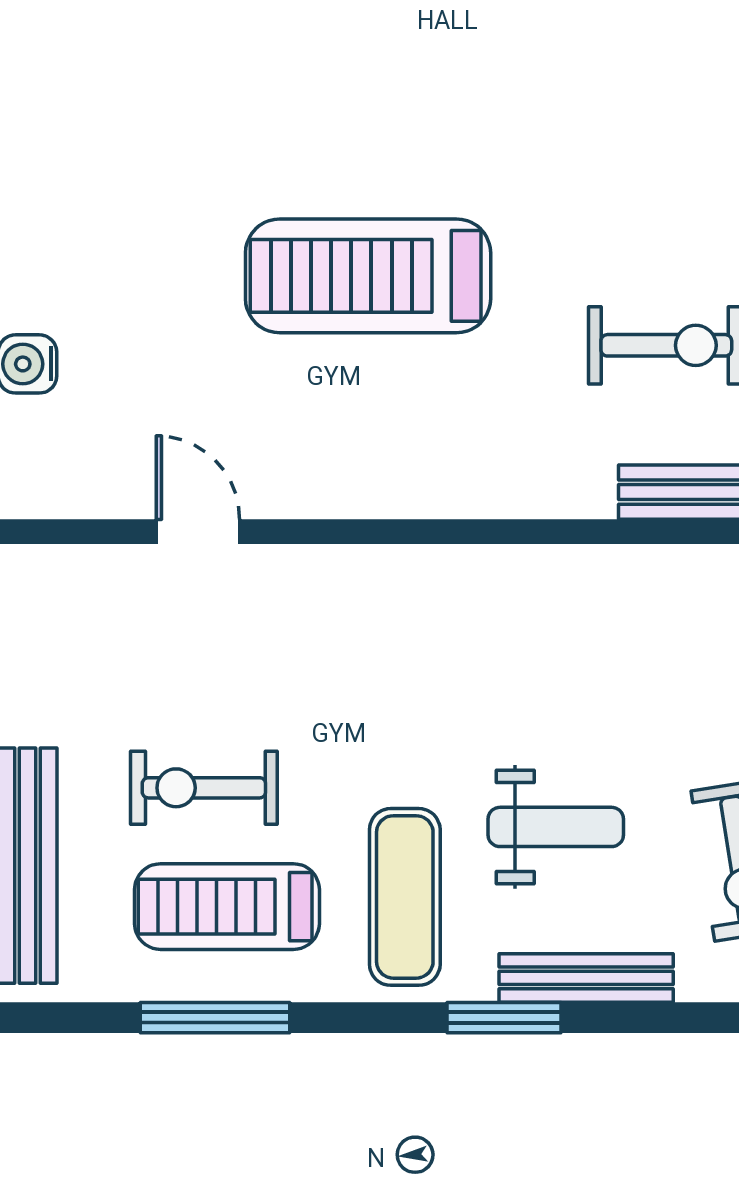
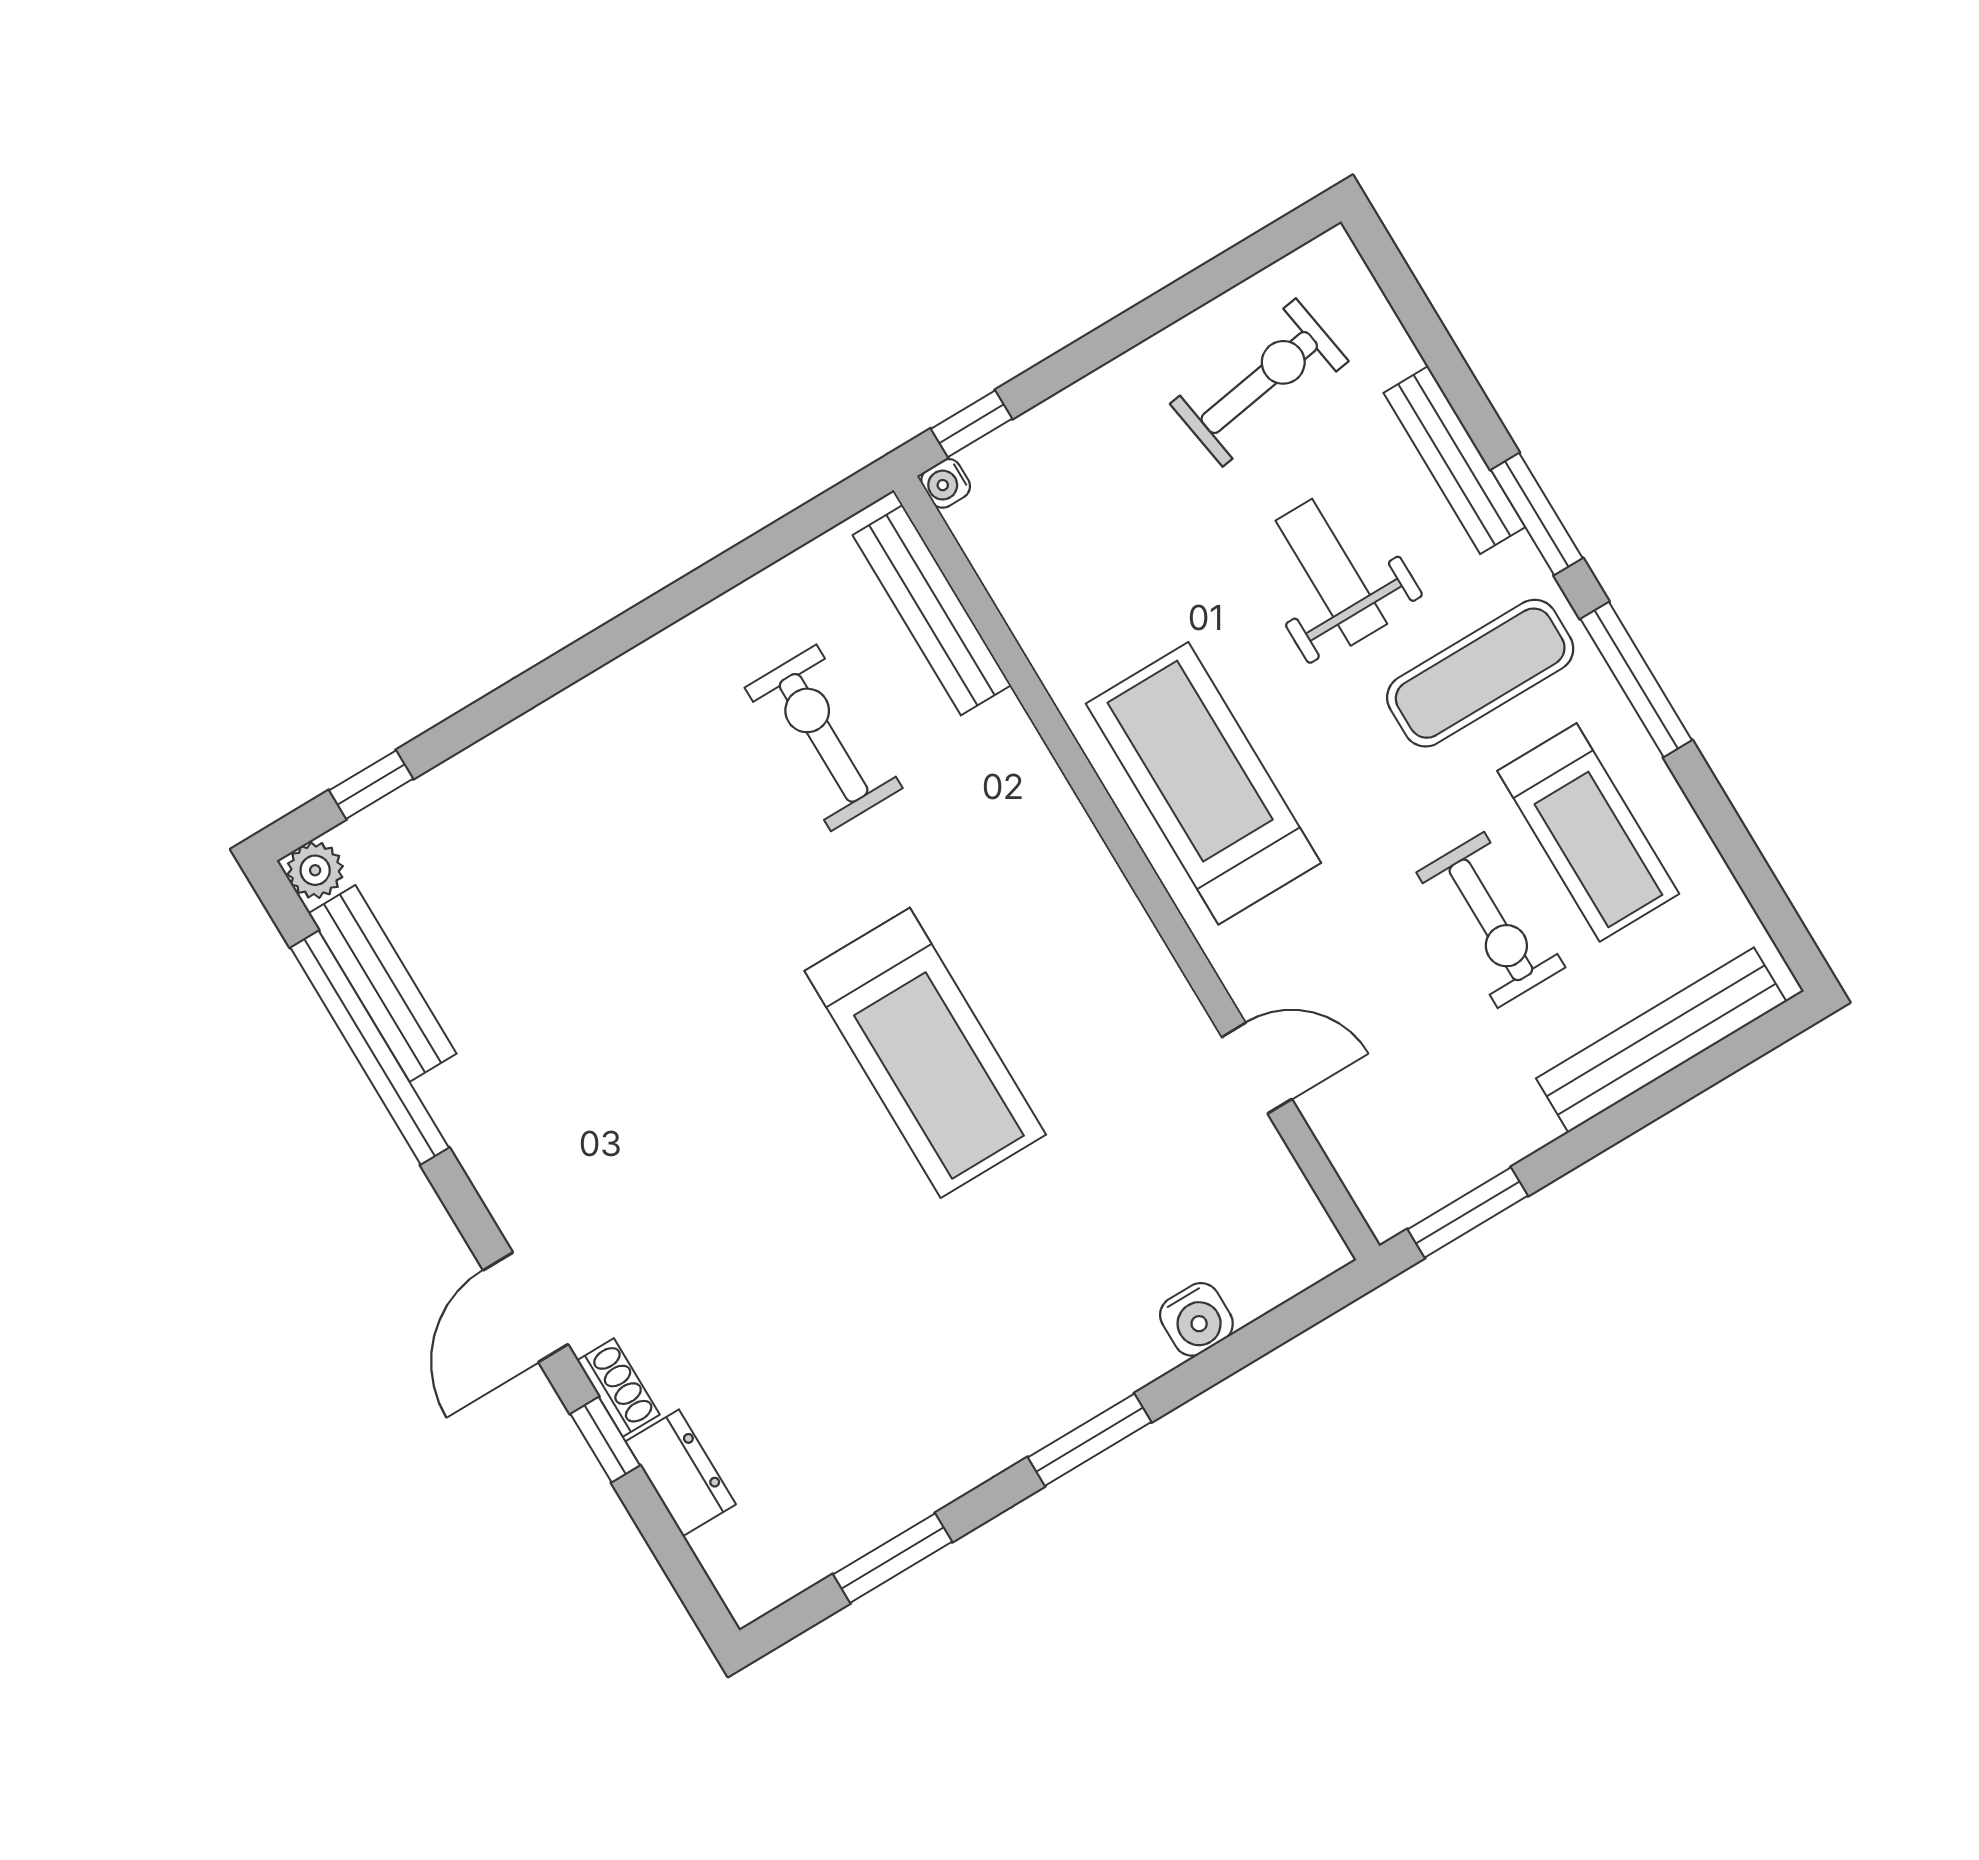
door: (198, 532) -> (1257, 1068), swing flipped
treadmill: (449, 625) -> (1203, 783), added
window: (215, 1018) -> (1636, 680), moved

